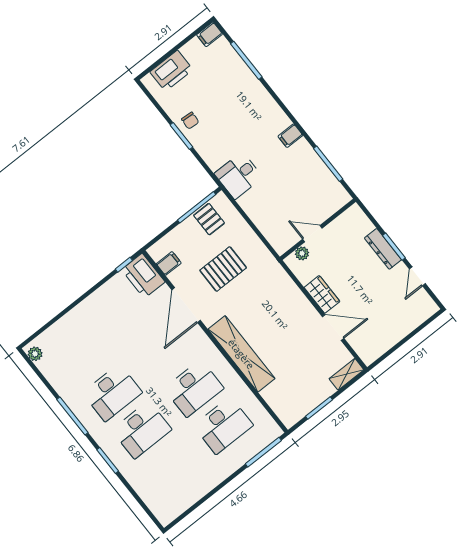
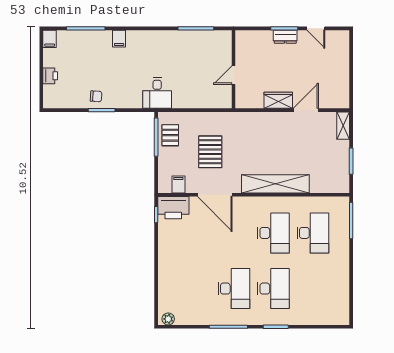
printer: (171, 71) -> (50, 76), width x0.53, depth x0.68
filing cabinet: (290, 136) -> (119, 39), moved
pallet: (209, 219) -> (170, 135), turned 90
dresser: (383, 249) -> (285, 37), width x0.70
plant: (302, 253) -> (241, 92), removed

